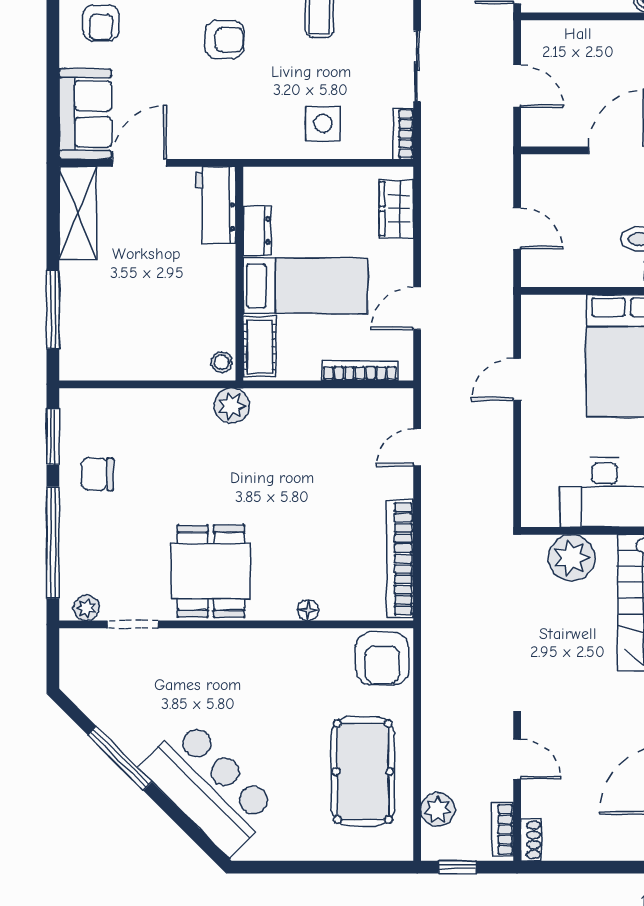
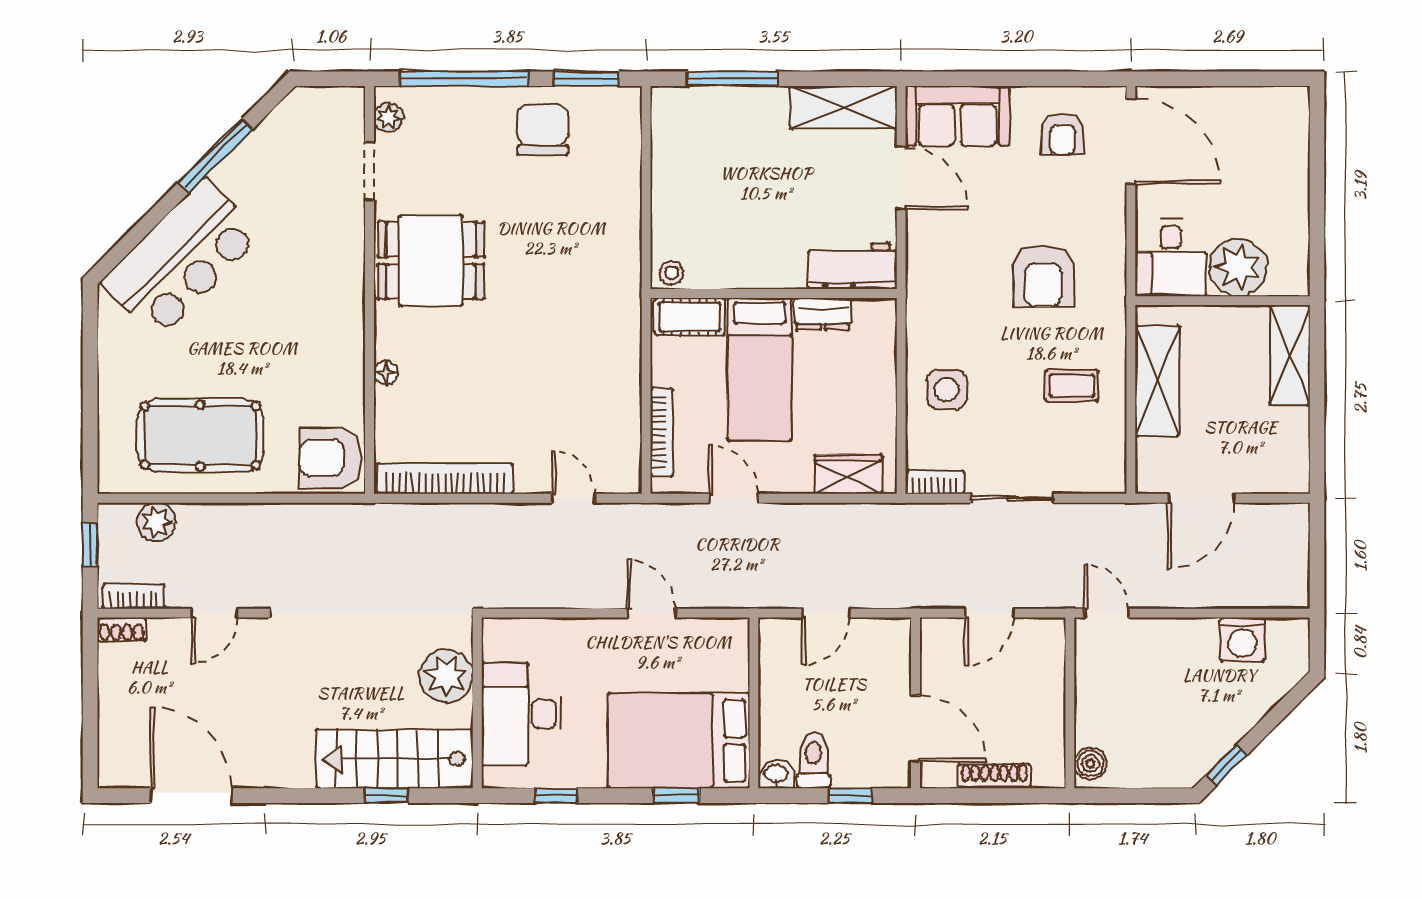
armchair: (101, 23) -> (1063, 134), turned -90
armchair: (225, 40) -> (1043, 276), width x1.38, depth x1.38
plant: (232, 406) -> (621, 284), removed
chair: (97, 474) -> (543, 130), width x1.37, depth x1.37

